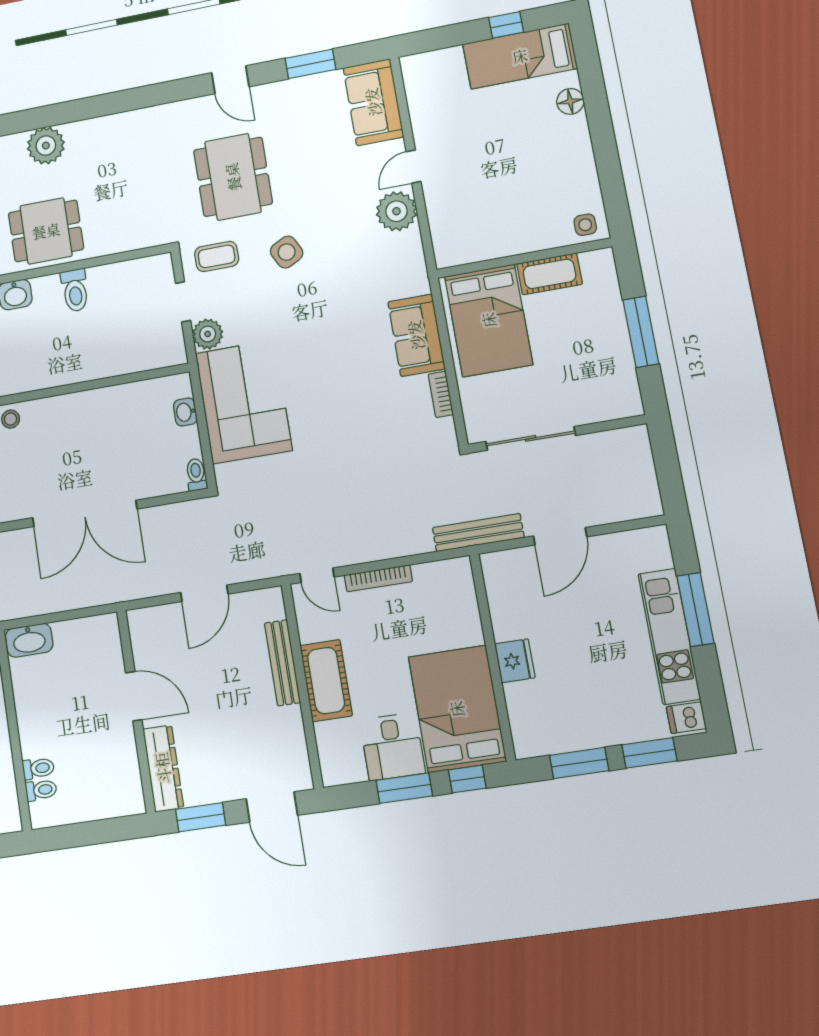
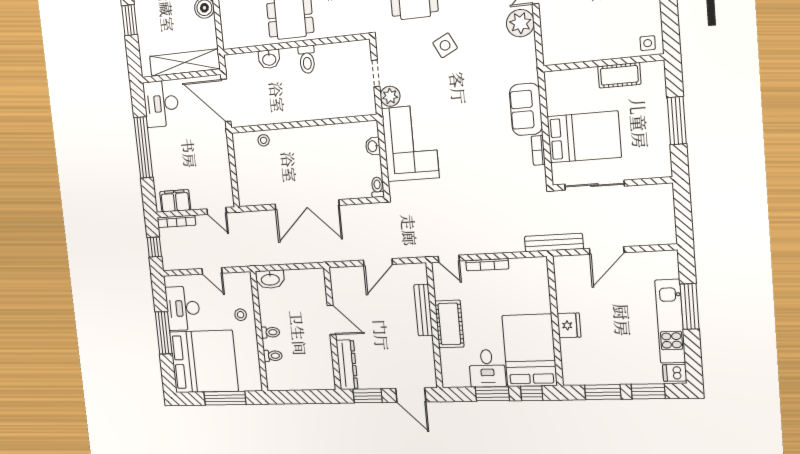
coffee table: (217, 256) -> (399, 44), removed
bed: (489, 320) -> (584, 137), moved, turned -90
toilet: (41, 790) -> (270, 332), moved

